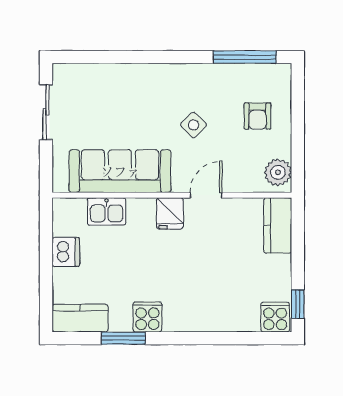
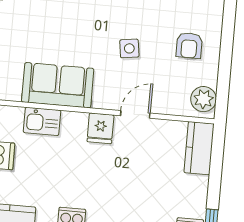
side table: (193, 125) -> (129, 48), turned 37
sofa: (120, 171) -> (58, 85), width x0.73

